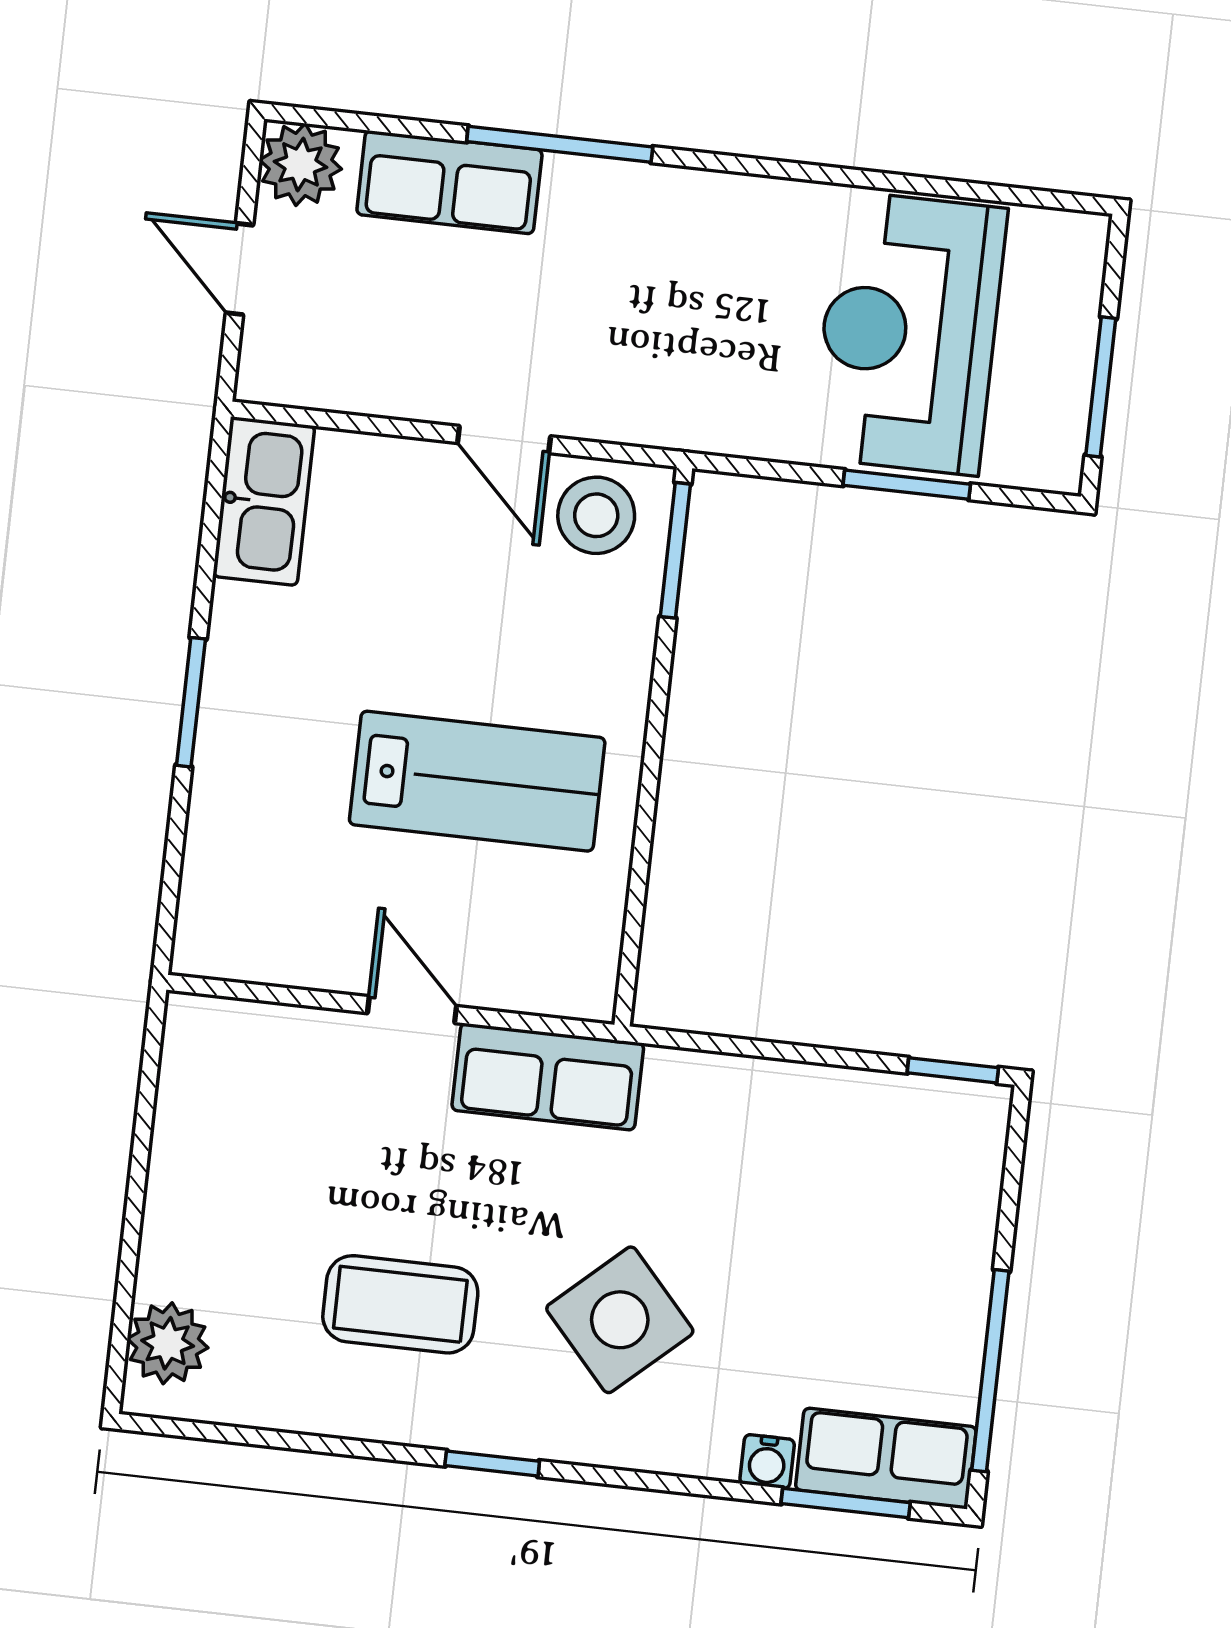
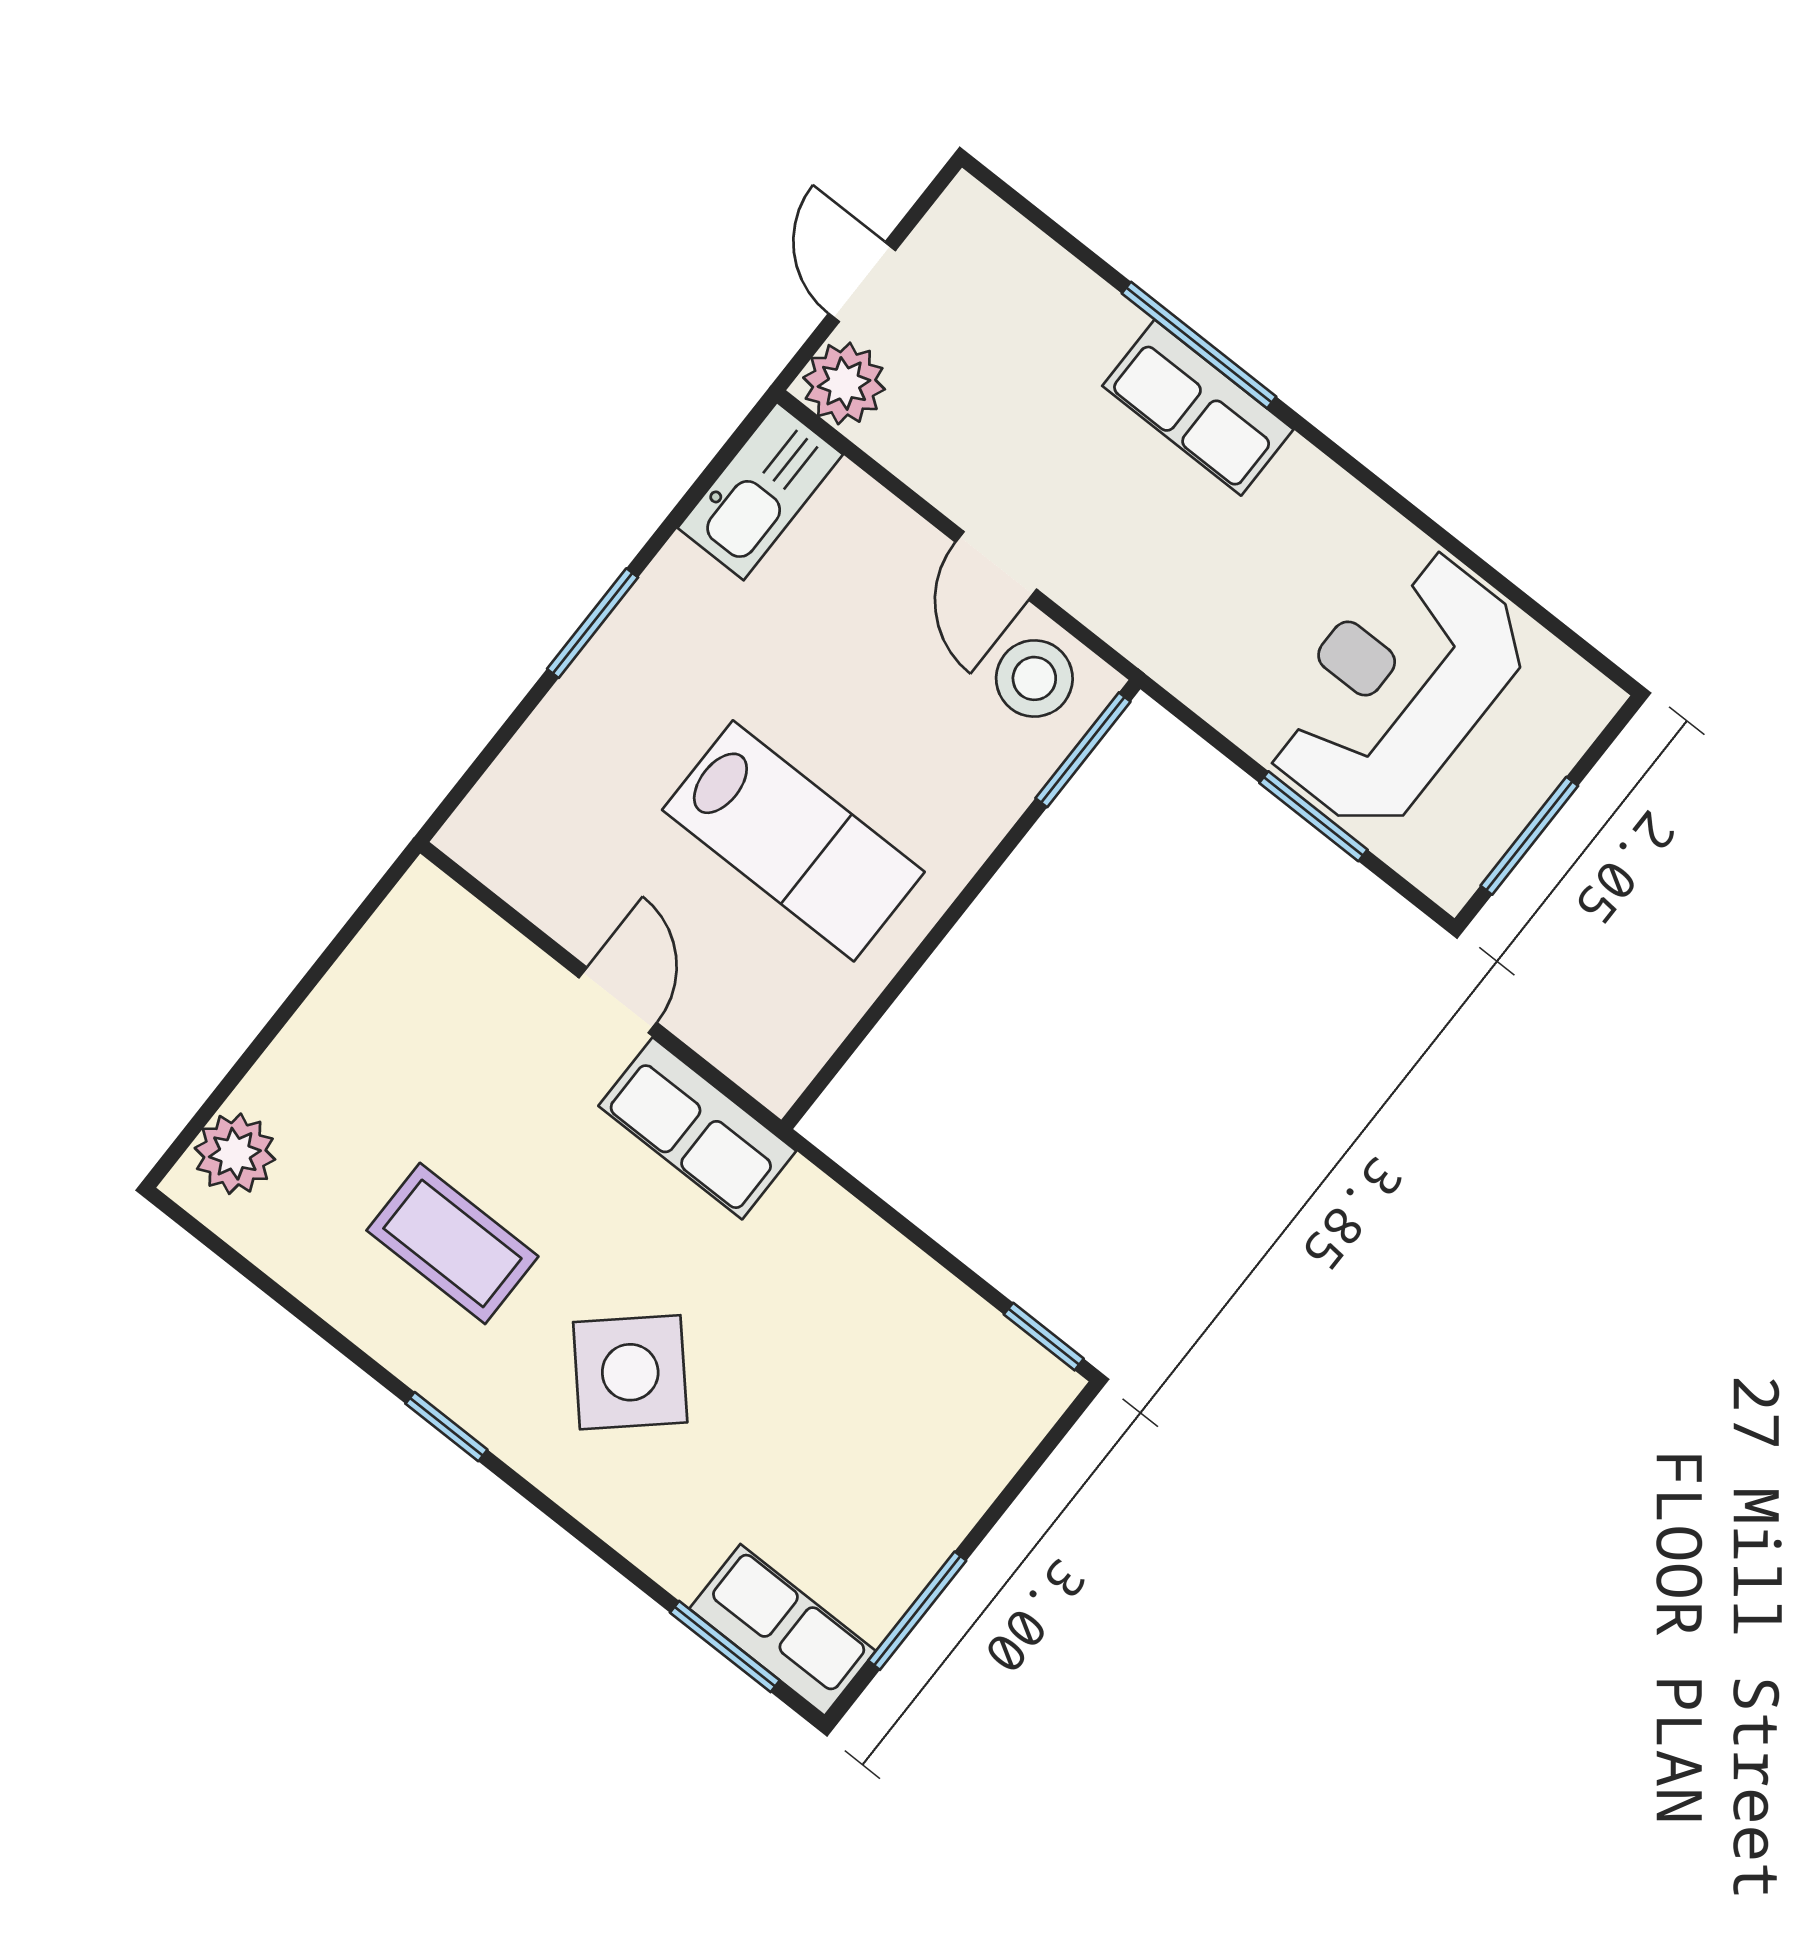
plant: (301, 164) -> (844, 383), moved
row of seats: (449, 182) -> (1198, 408), moved
window: (990, 1371) -> (917, 1611), width x0.69
water cooler: (767, 1462) -> (680, 1570), removed

